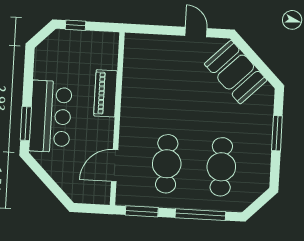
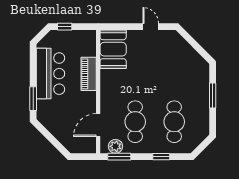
booth: (236, 72) -> (113, 49), moved, turned 45
bar counter: (51, 116) -> (50, 74), moved
plant: (137, 197) -> (116, 146), added
window: (200, 215) -> (161, 157), width x0.46

